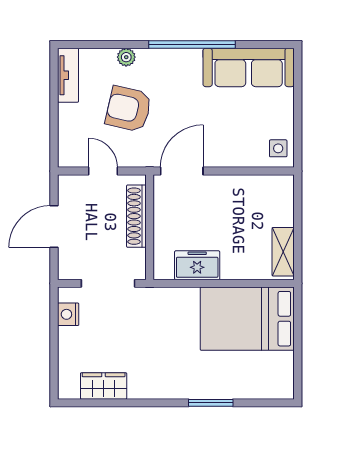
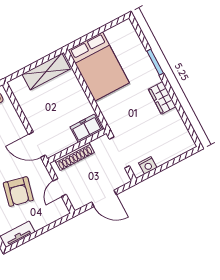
shelving: (283, 252) -> (46, 72), width x1.50, depth x1.33
freezer: (197, 265) -> (86, 128), moved, turned 90
wardrobe: (104, 386) -> (162, 98), moved

